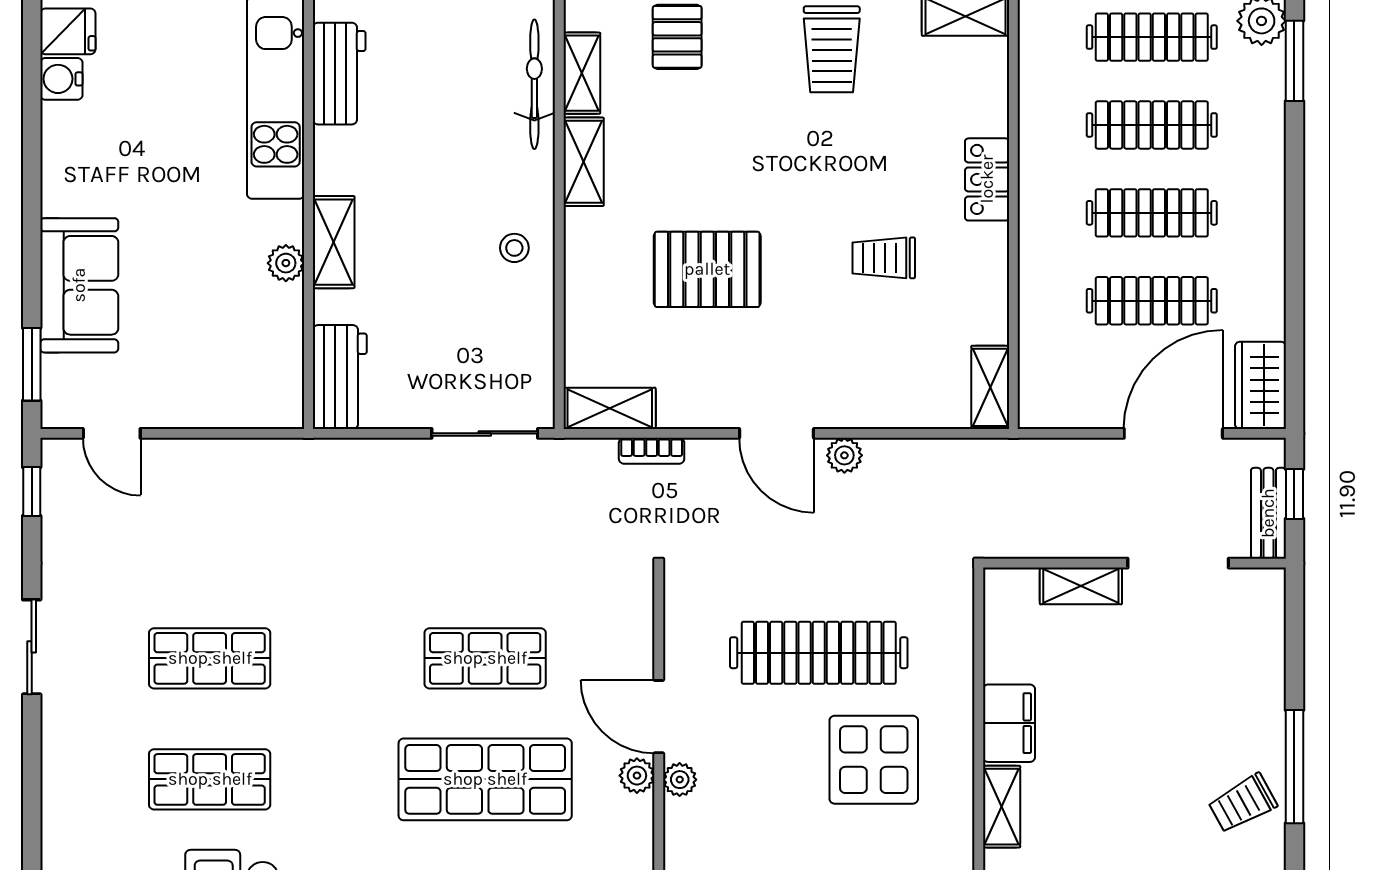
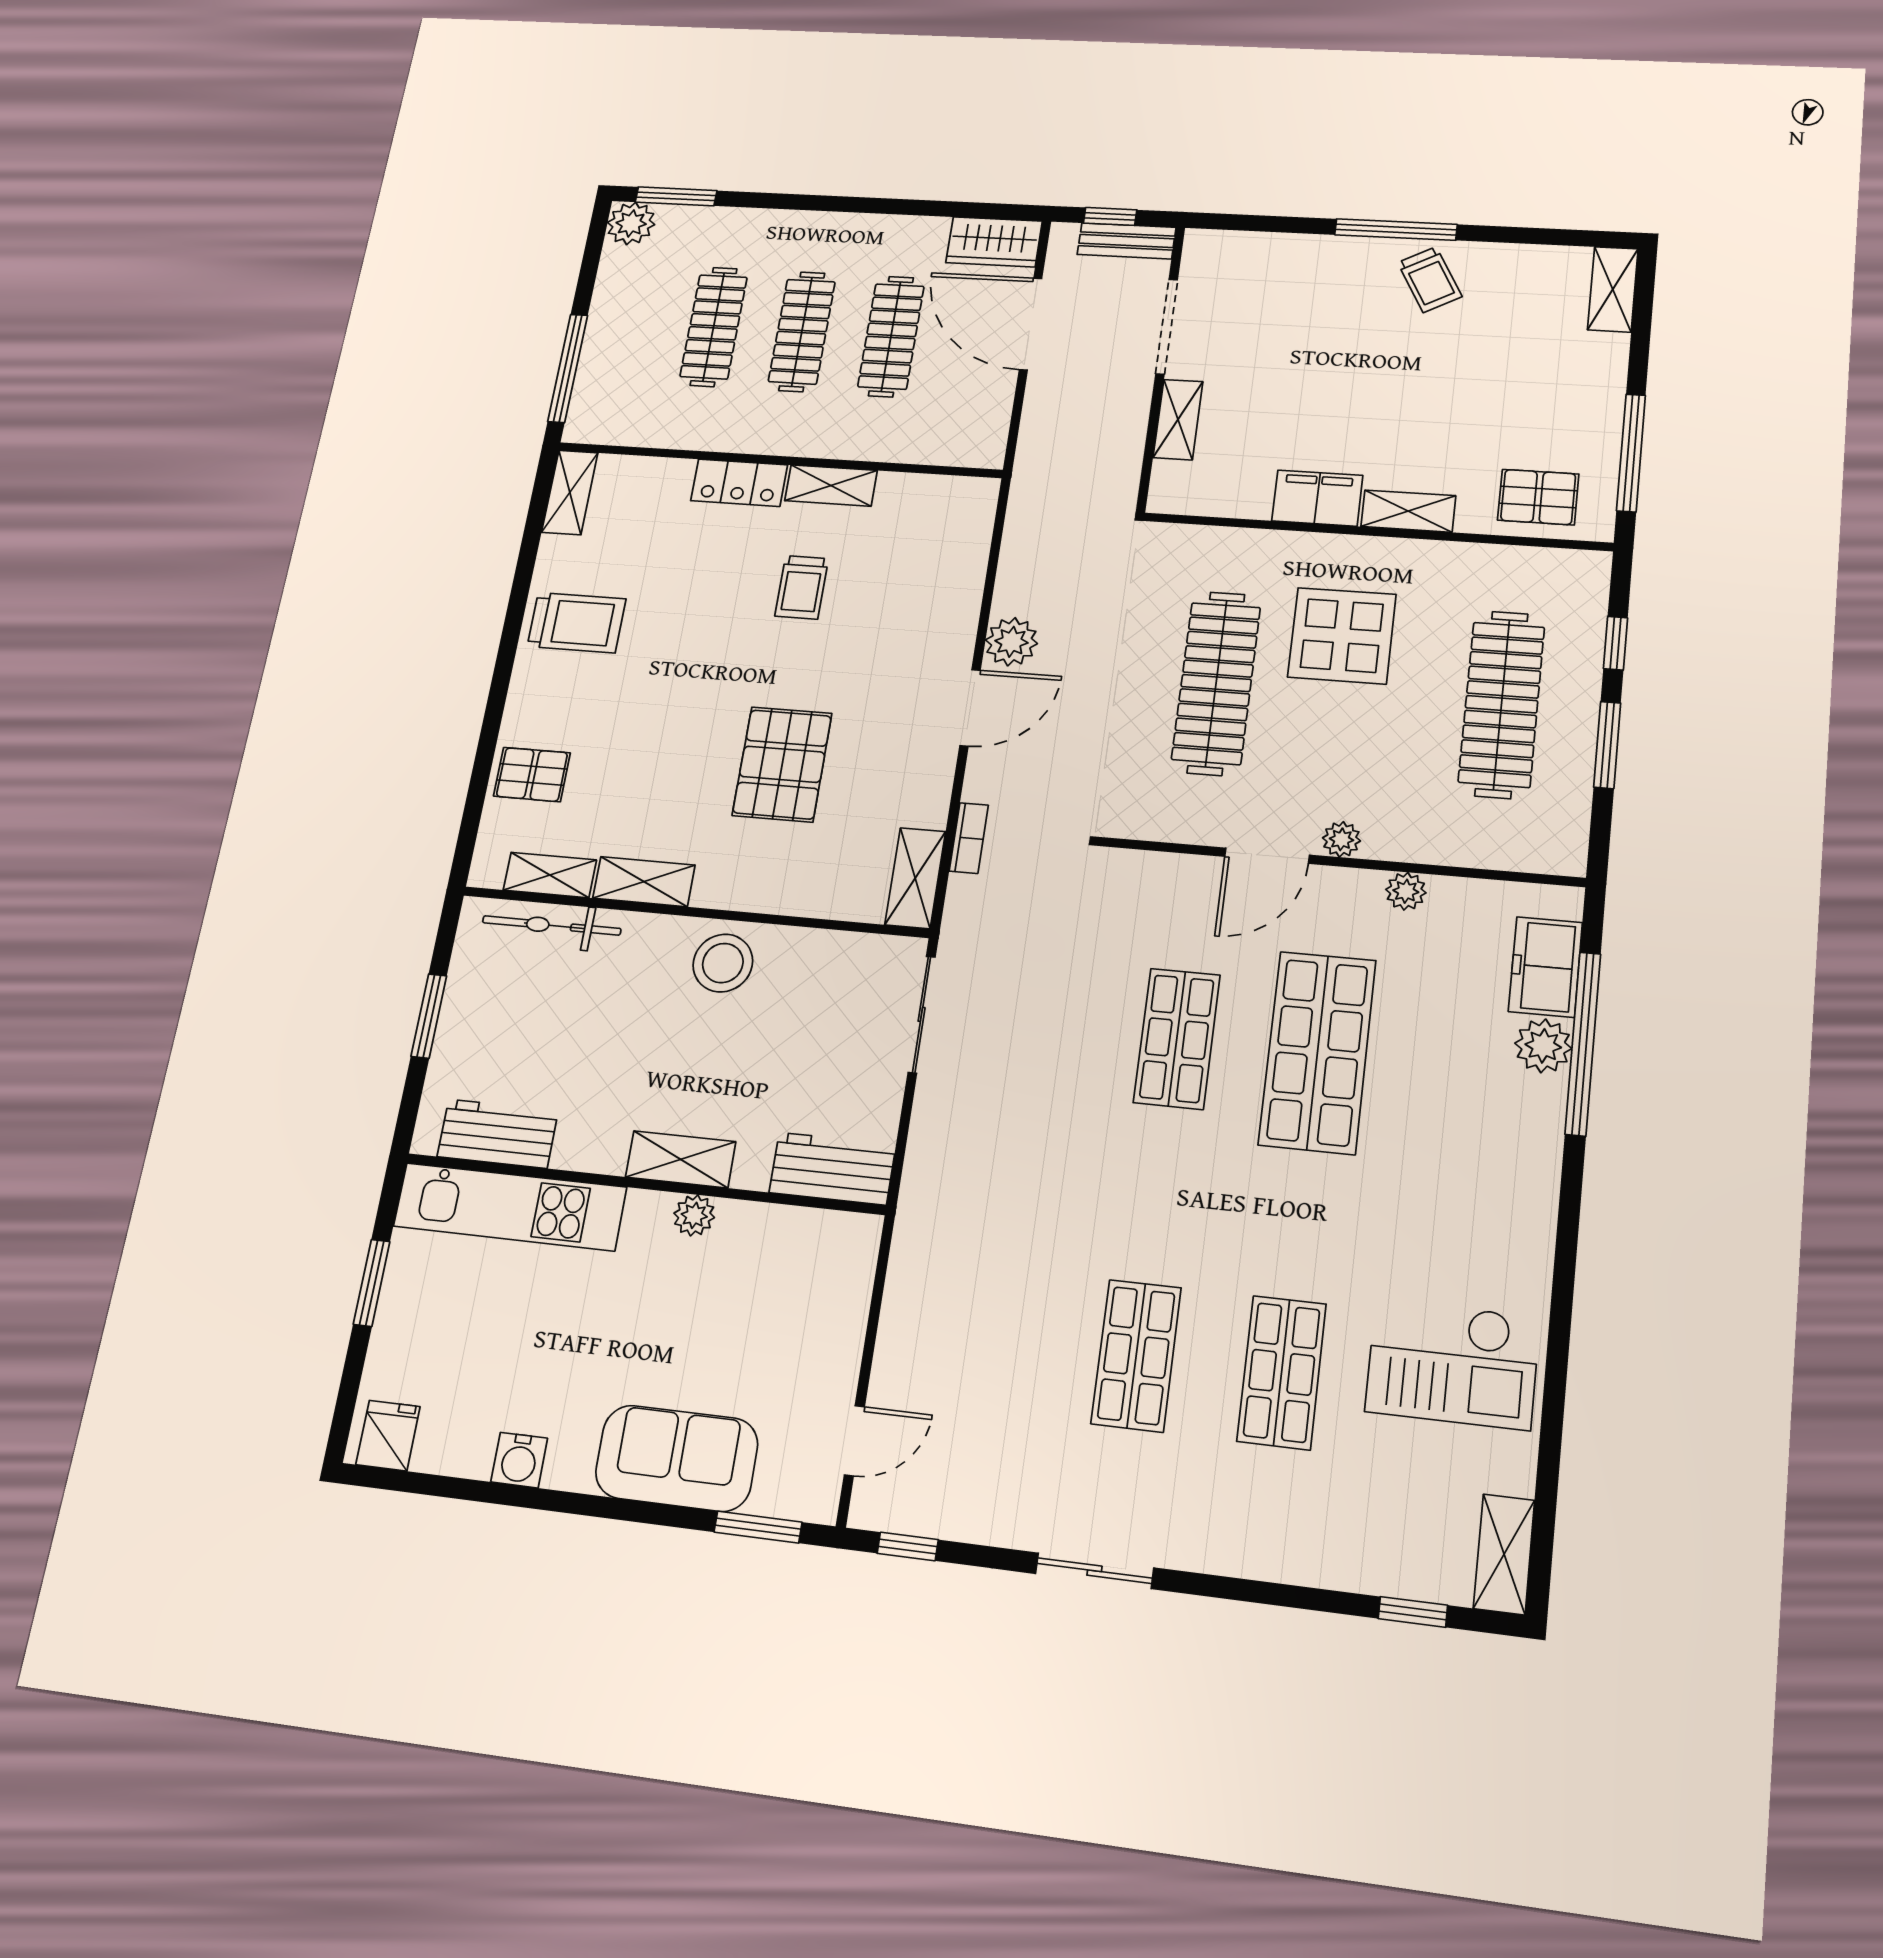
clothes rail: (1152, 37) -> (626, 322), removed
water cooler: (61, 79) -> (519, 1460), moved
stool: (514, 248) -> (723, 963), width x1.89, depth x1.89
shelving: (990, 387) -> (831, 486), moved
plant: (844, 455) -> (1011, 642), width x1.38, depth x1.38
plant: (637, 776) -> (1406, 891), moved

